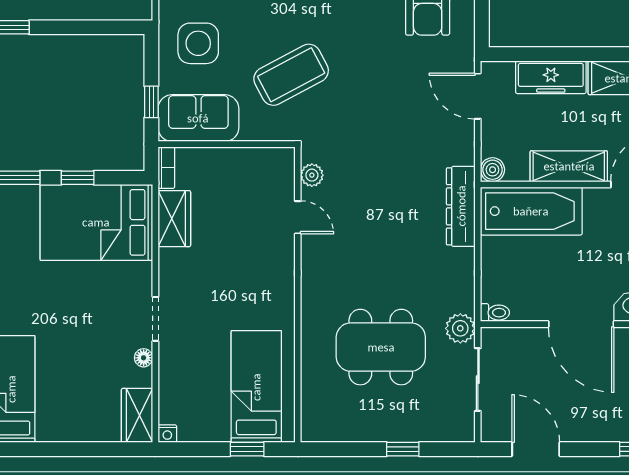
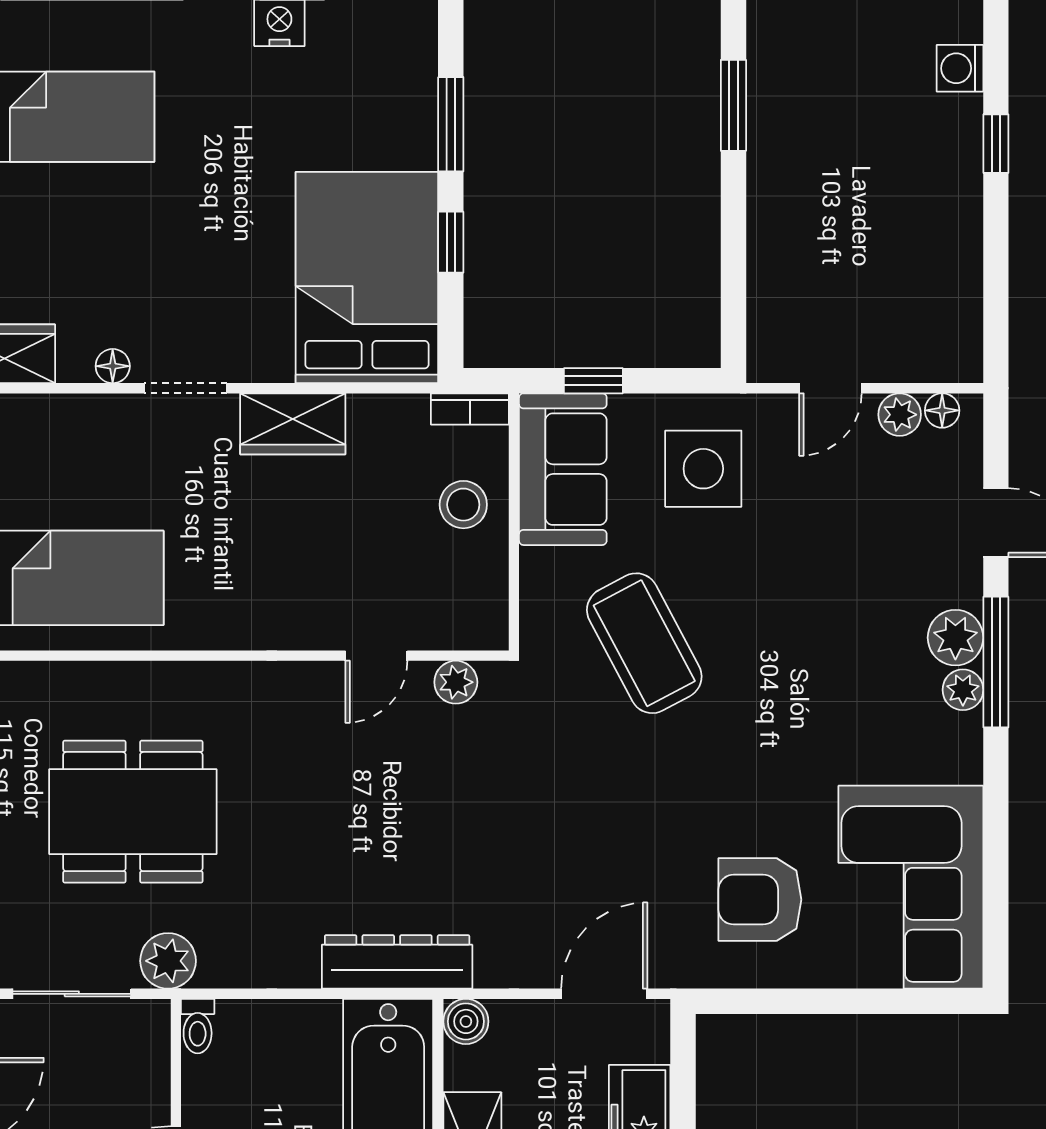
stool: (217, 171) -> (463, 505), added
wardrobe: (174, 219) -> (293, 424), moved
dining table: (381, 347) -> (133, 812), turned 90

